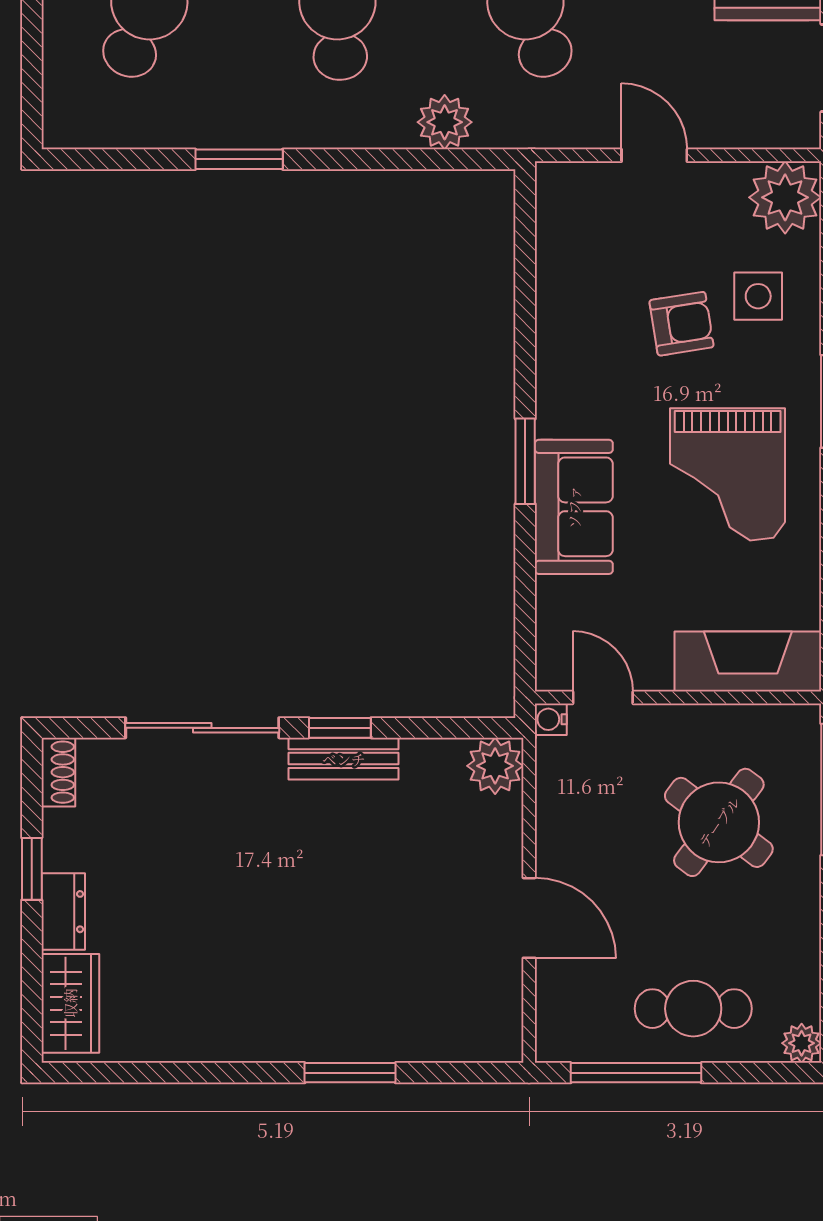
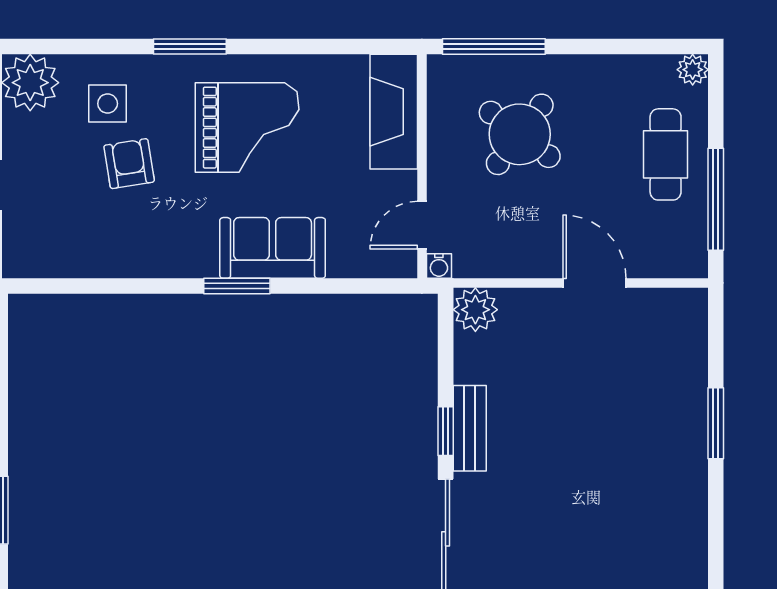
door: (529, 918) -> (595, 283), hinge flipped

